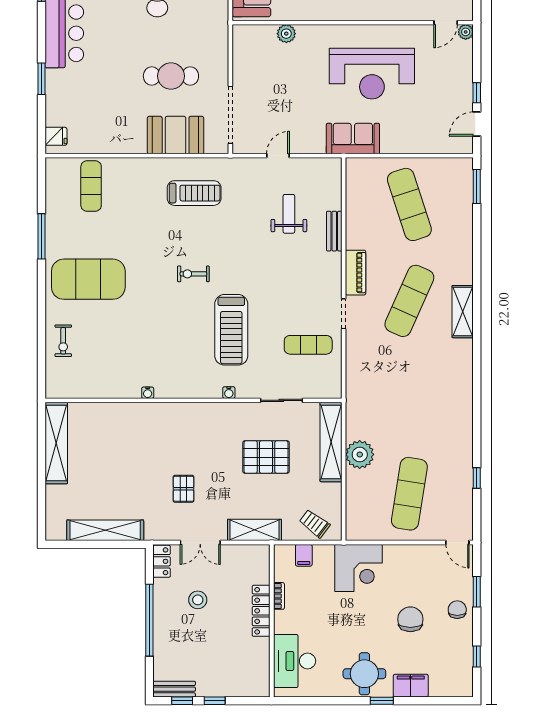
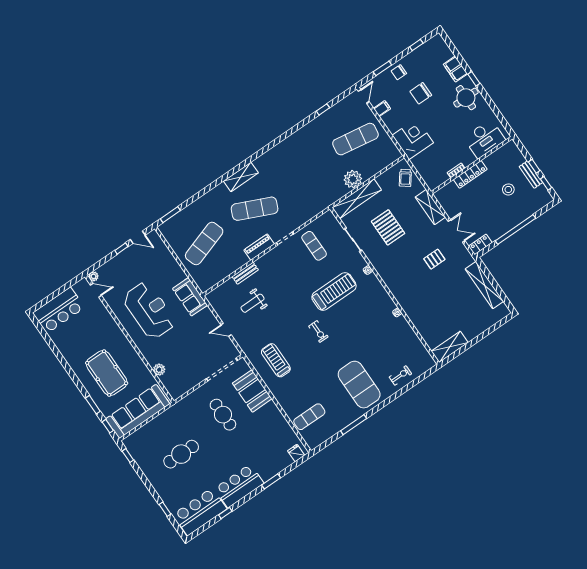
shelving: (56, 443) -> (450, 347), width x0.68
filing cabinet: (304, 555) -> (382, 109), moved
stool: (198, 600) -> (508, 189), moved
bench: (174, 689) -> (531, 175), moved

